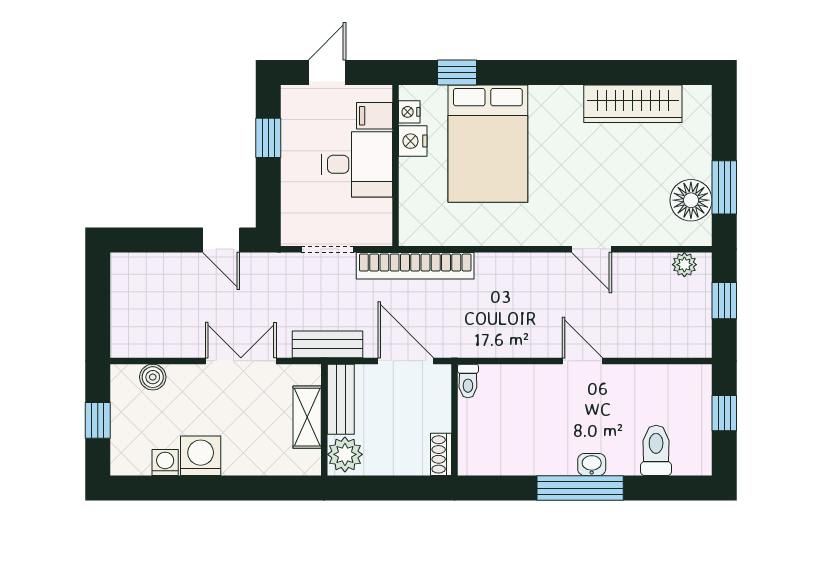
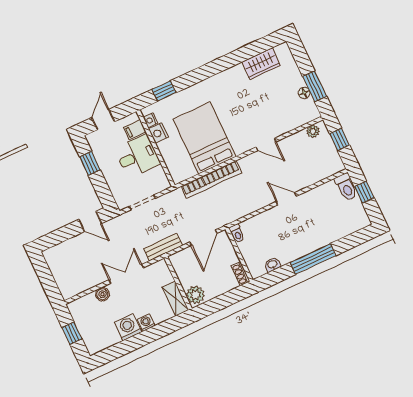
wardrobe: (633, 104) -> (261, 64), width x0.67
bed: (488, 144) -> (204, 138), moved, turned 180
floor lamp: (691, 200) -> (304, 93), width x0.53, depth x0.53
bookcase: (415, 266) -> (211, 179), moved
door: (406, 361) -> (203, 238), swing flipped
boiler: (153, 377) -> (102, 294), moved
bench: (341, 399) -> (181, 270), removed
shelving: (307, 417) -> (175, 299), moved
toilet: (656, 450) -> (346, 187), moved, turned 180
washing machine: (165, 463) -> (146, 323), moved
washbasin: (592, 464) -> (272, 265), moved

